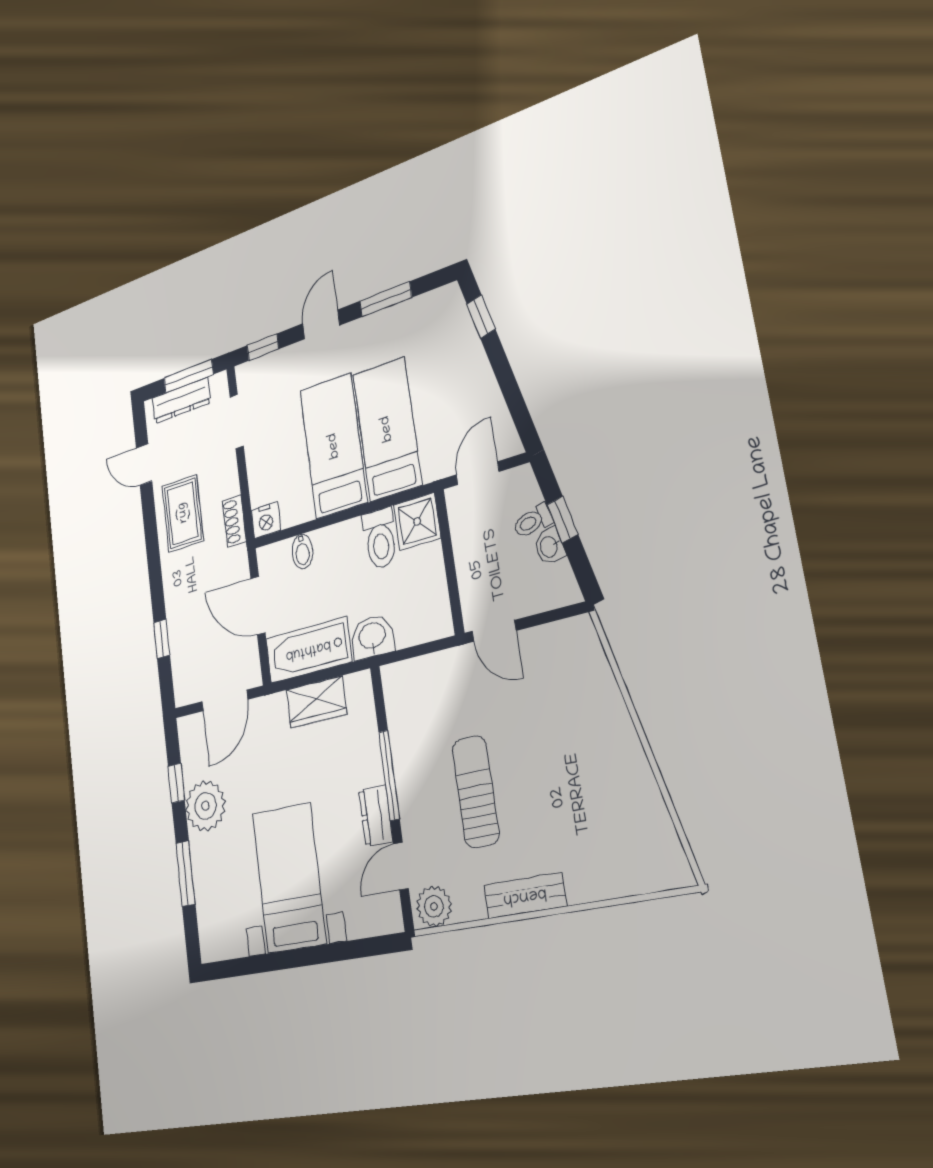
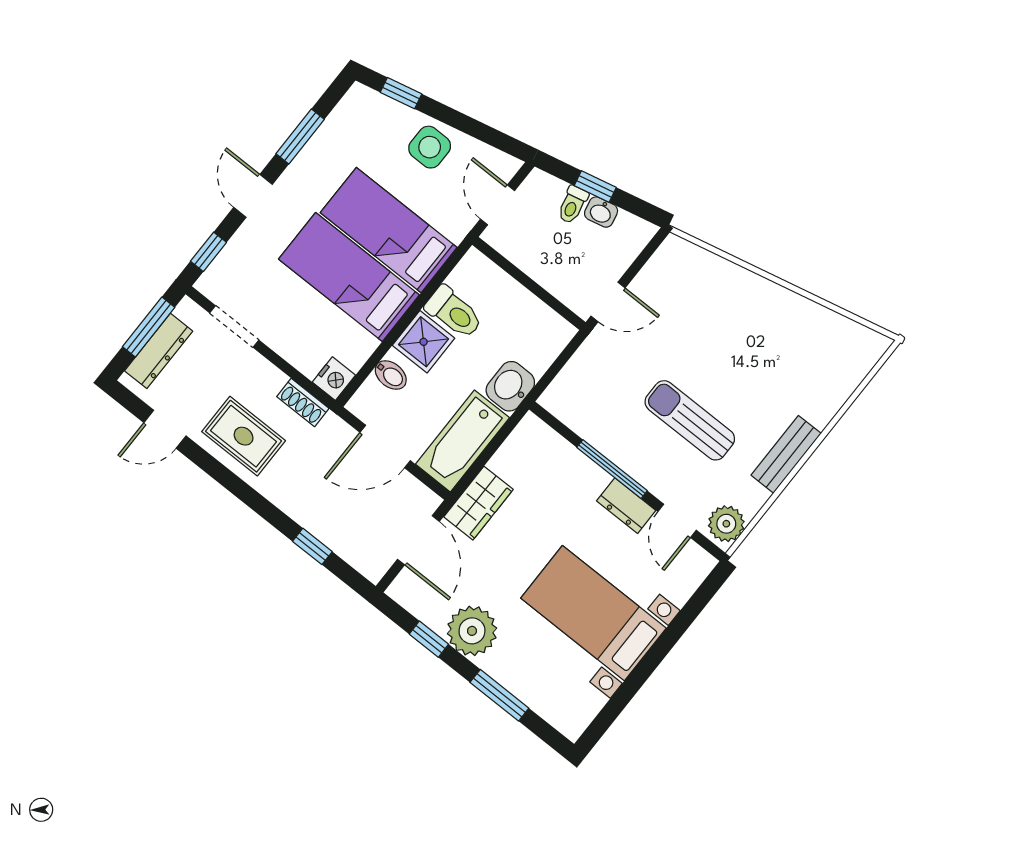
side table: (467, 381) -> (430, 147), added
shower: (417, 521) -> (424, 342), moved
wardrobe: (316, 702) -> (478, 503), moved

